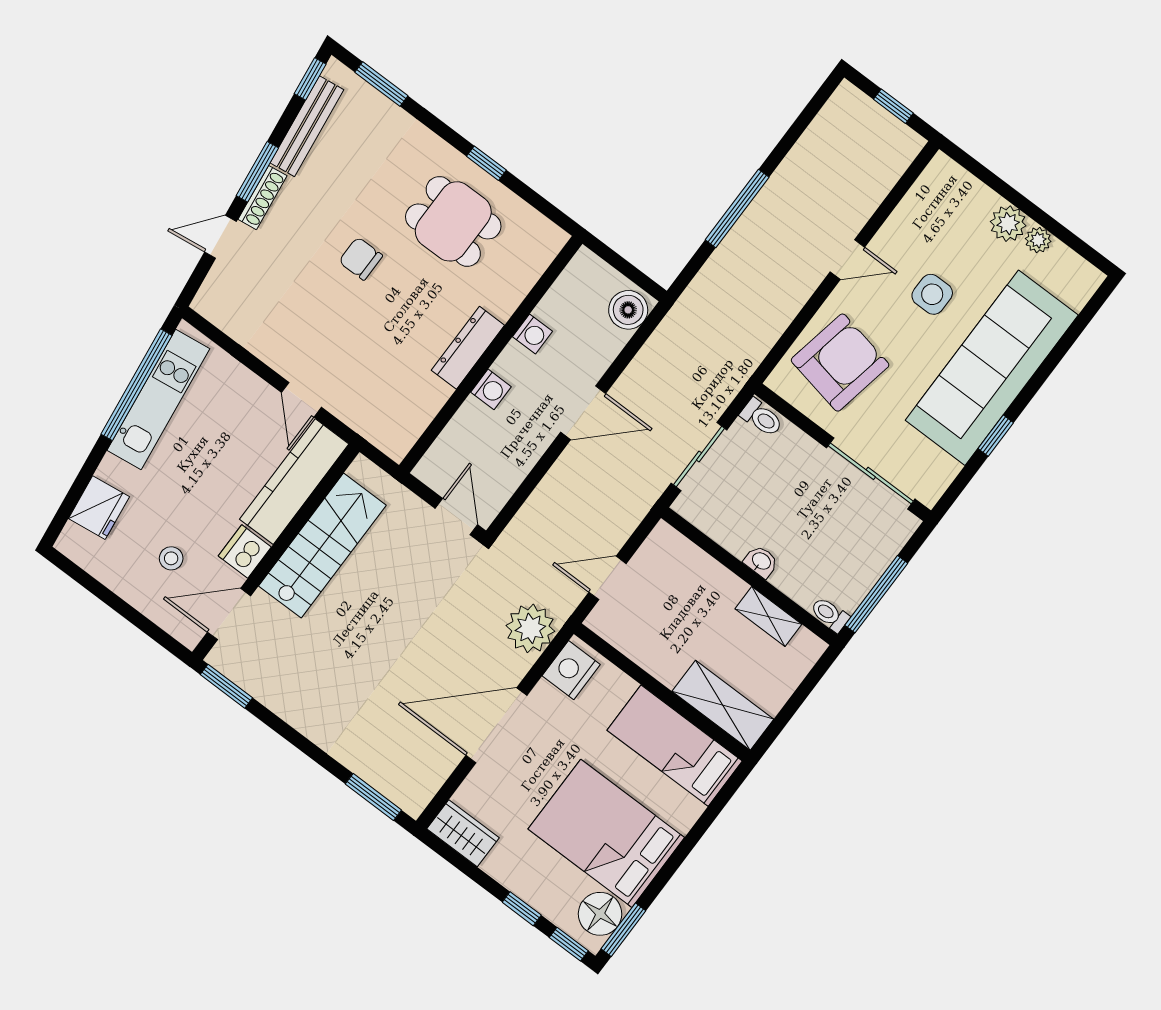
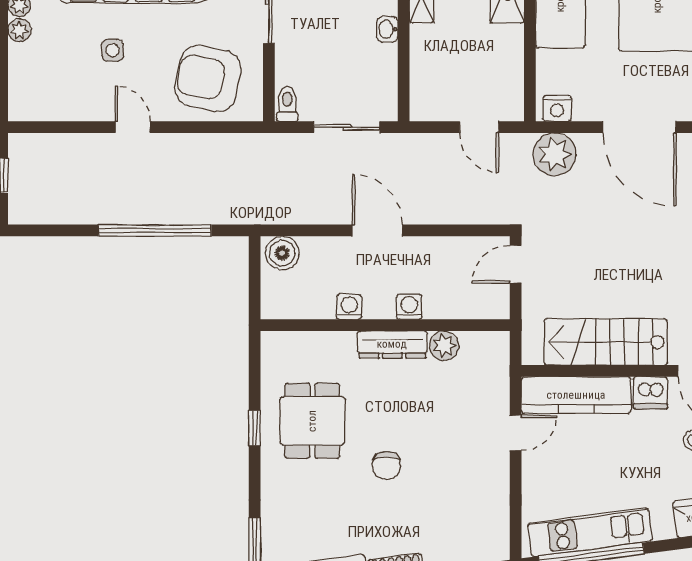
window: (737, 208) -> (155, 230), width x1.46
plant: (1008, 224) -> (19, 30), width x0.73, depth x0.73
side table: (932, 294) -> (112, 50), width x0.73, depth x0.73
plant: (431, 395) -> (444, 346), added
nightstand: (571, 670) -> (557, 108), width x0.74, depth x0.75

